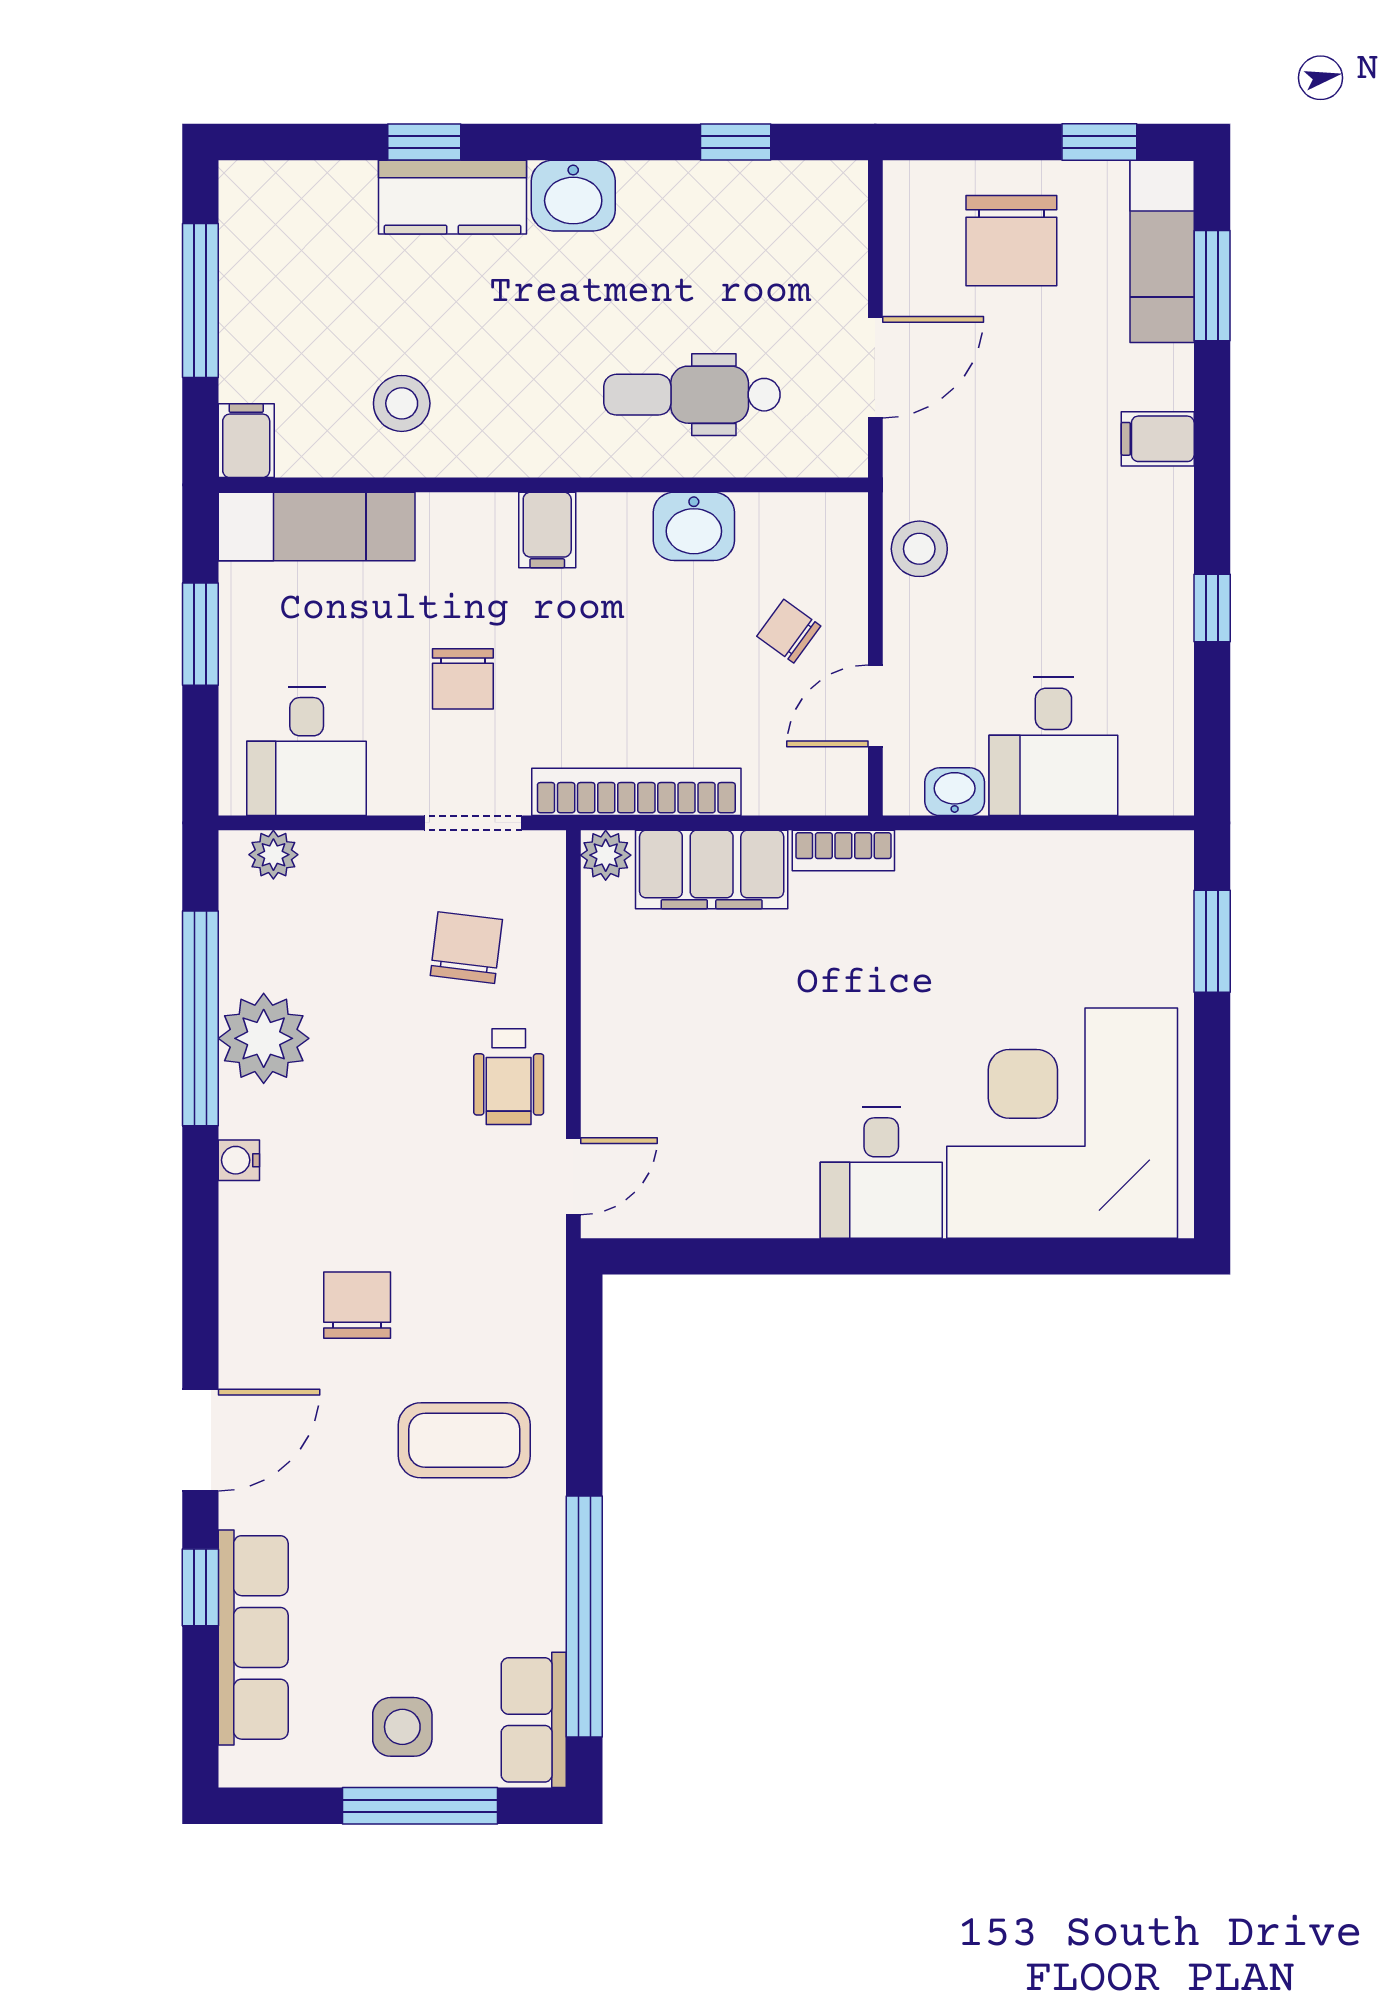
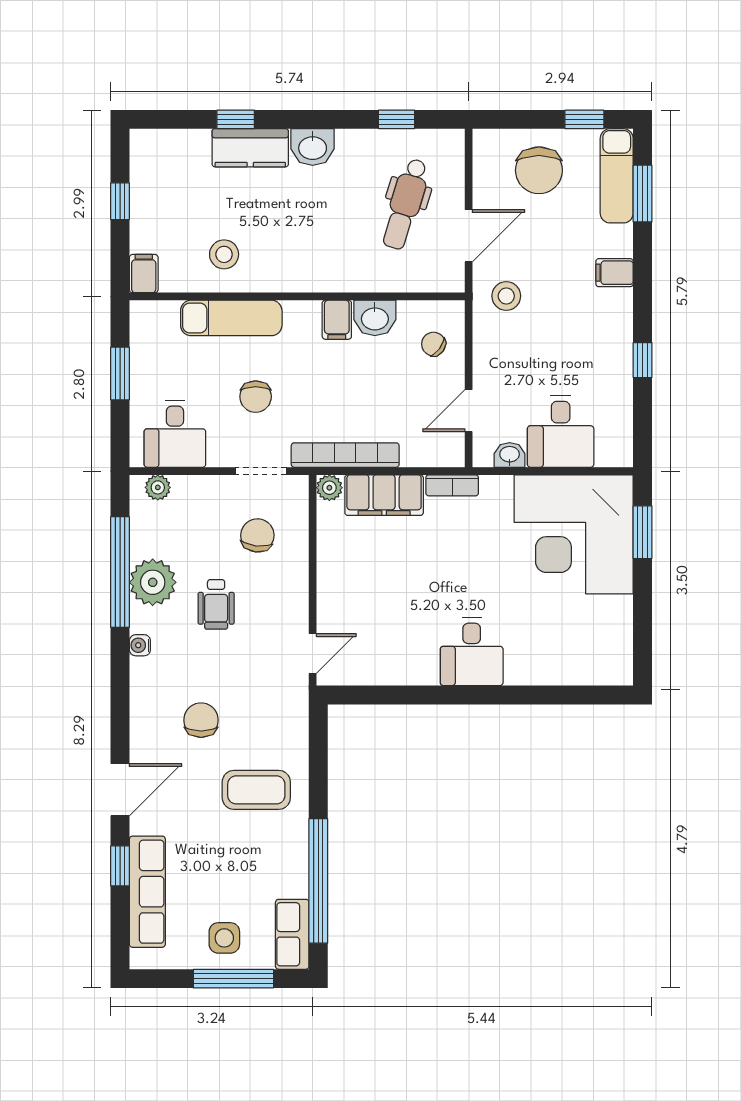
window: (200, 301) -> (120, 201), width x0.46
dental chair: (692, 395) -> (405, 204), moved, turned -73
exam couch: (317, 527) -> (231, 318), moved
filing cabinet: (547, 530) -> (337, 320), moved
stool: (919, 549) -> (506, 296), moved
chair: (789, 631) -> (433, 344), moved
wheelchair: (509, 1077) -> (216, 604), moved
corner desk: (1062, 1123) -> (574, 534), moved, turned -90

